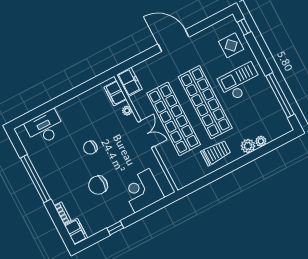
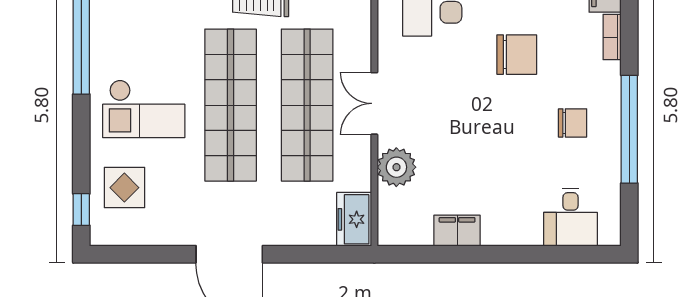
filing cabinet: (115, 93) -> (457, 231), moved, turned -90
plant: (127, 111) -> (396, 167), width x1.88, depth x1.88
desk: (45, 128) -> (570, 217), width x0.73
chair: (90, 148) -> (573, 123), moved

